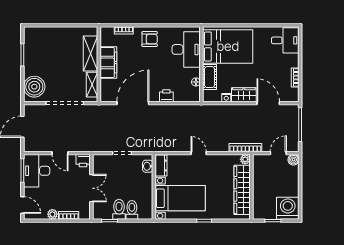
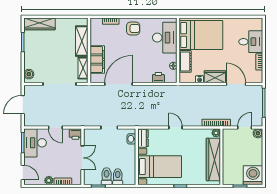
wardrobe: (42, 34) -> (39, 24), added
desk: (285, 40) -> (251, 42), moved
filing cabinet: (108, 62) -> (97, 59), moved
boiler: (34, 87) -> (29, 74), width x0.54, depth x0.54
printer: (166, 96) -> (158, 78), moved

